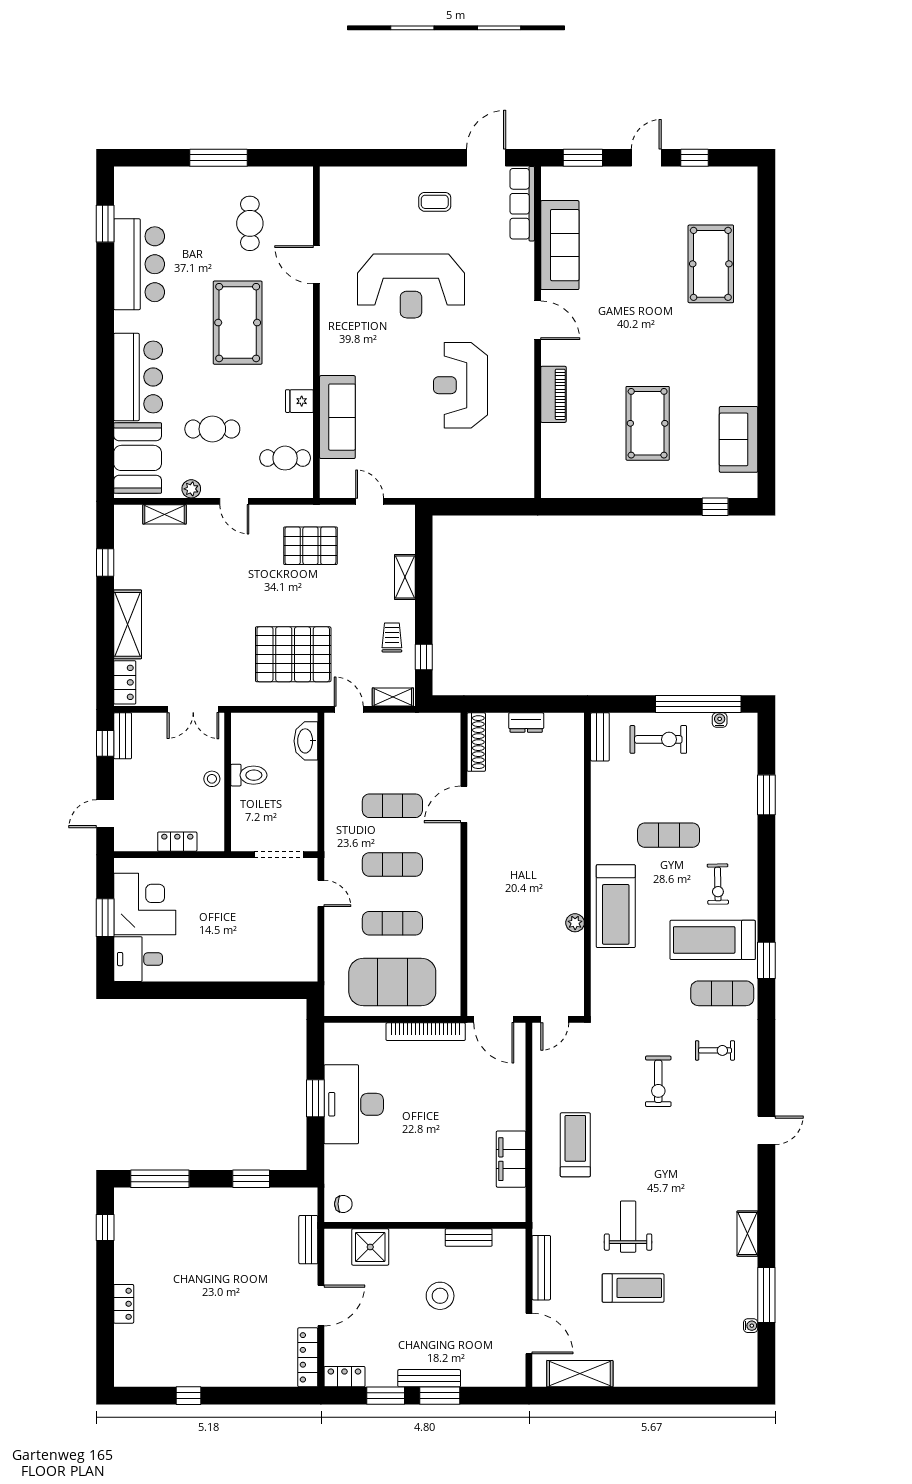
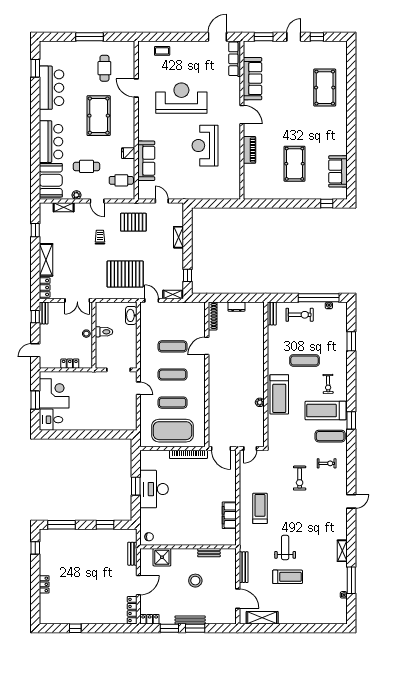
coffee table: (435, 202) -> (162, 51), moved
reception desk: (411, 286) -> (181, 98), turned 180
trolley: (392, 637) -> (100, 237), moved

